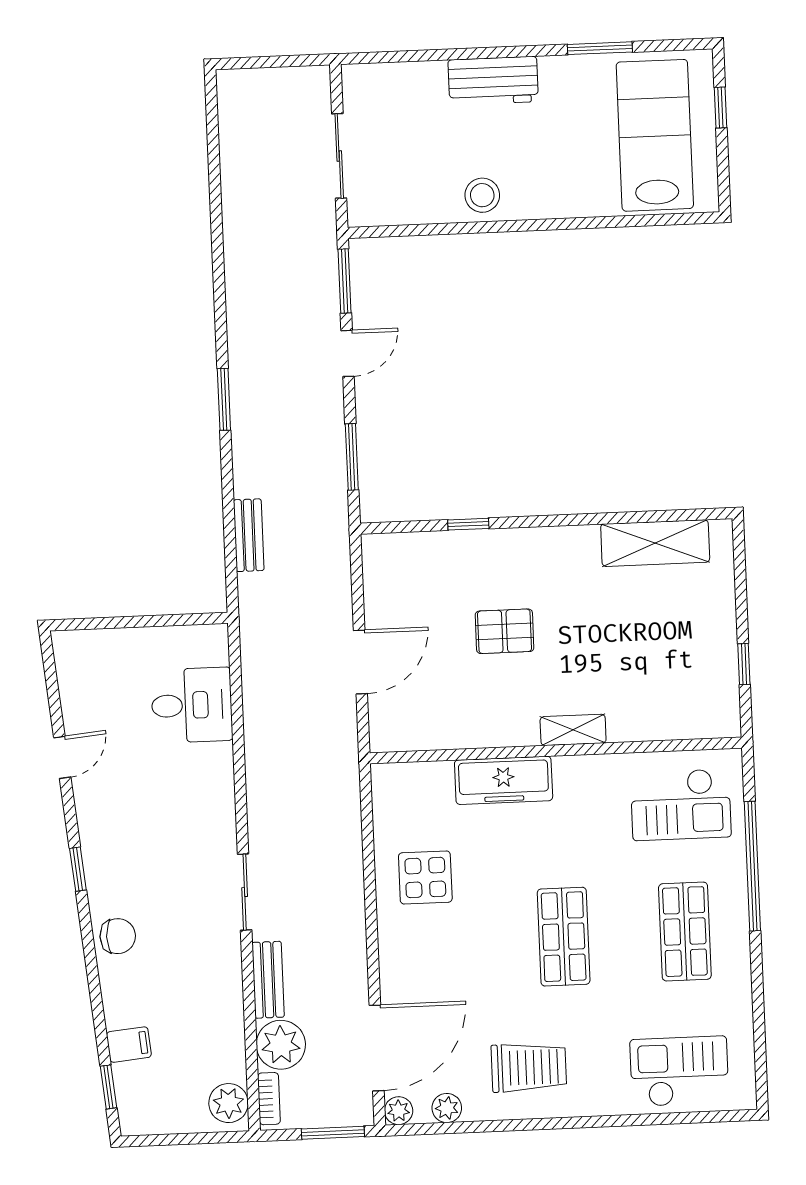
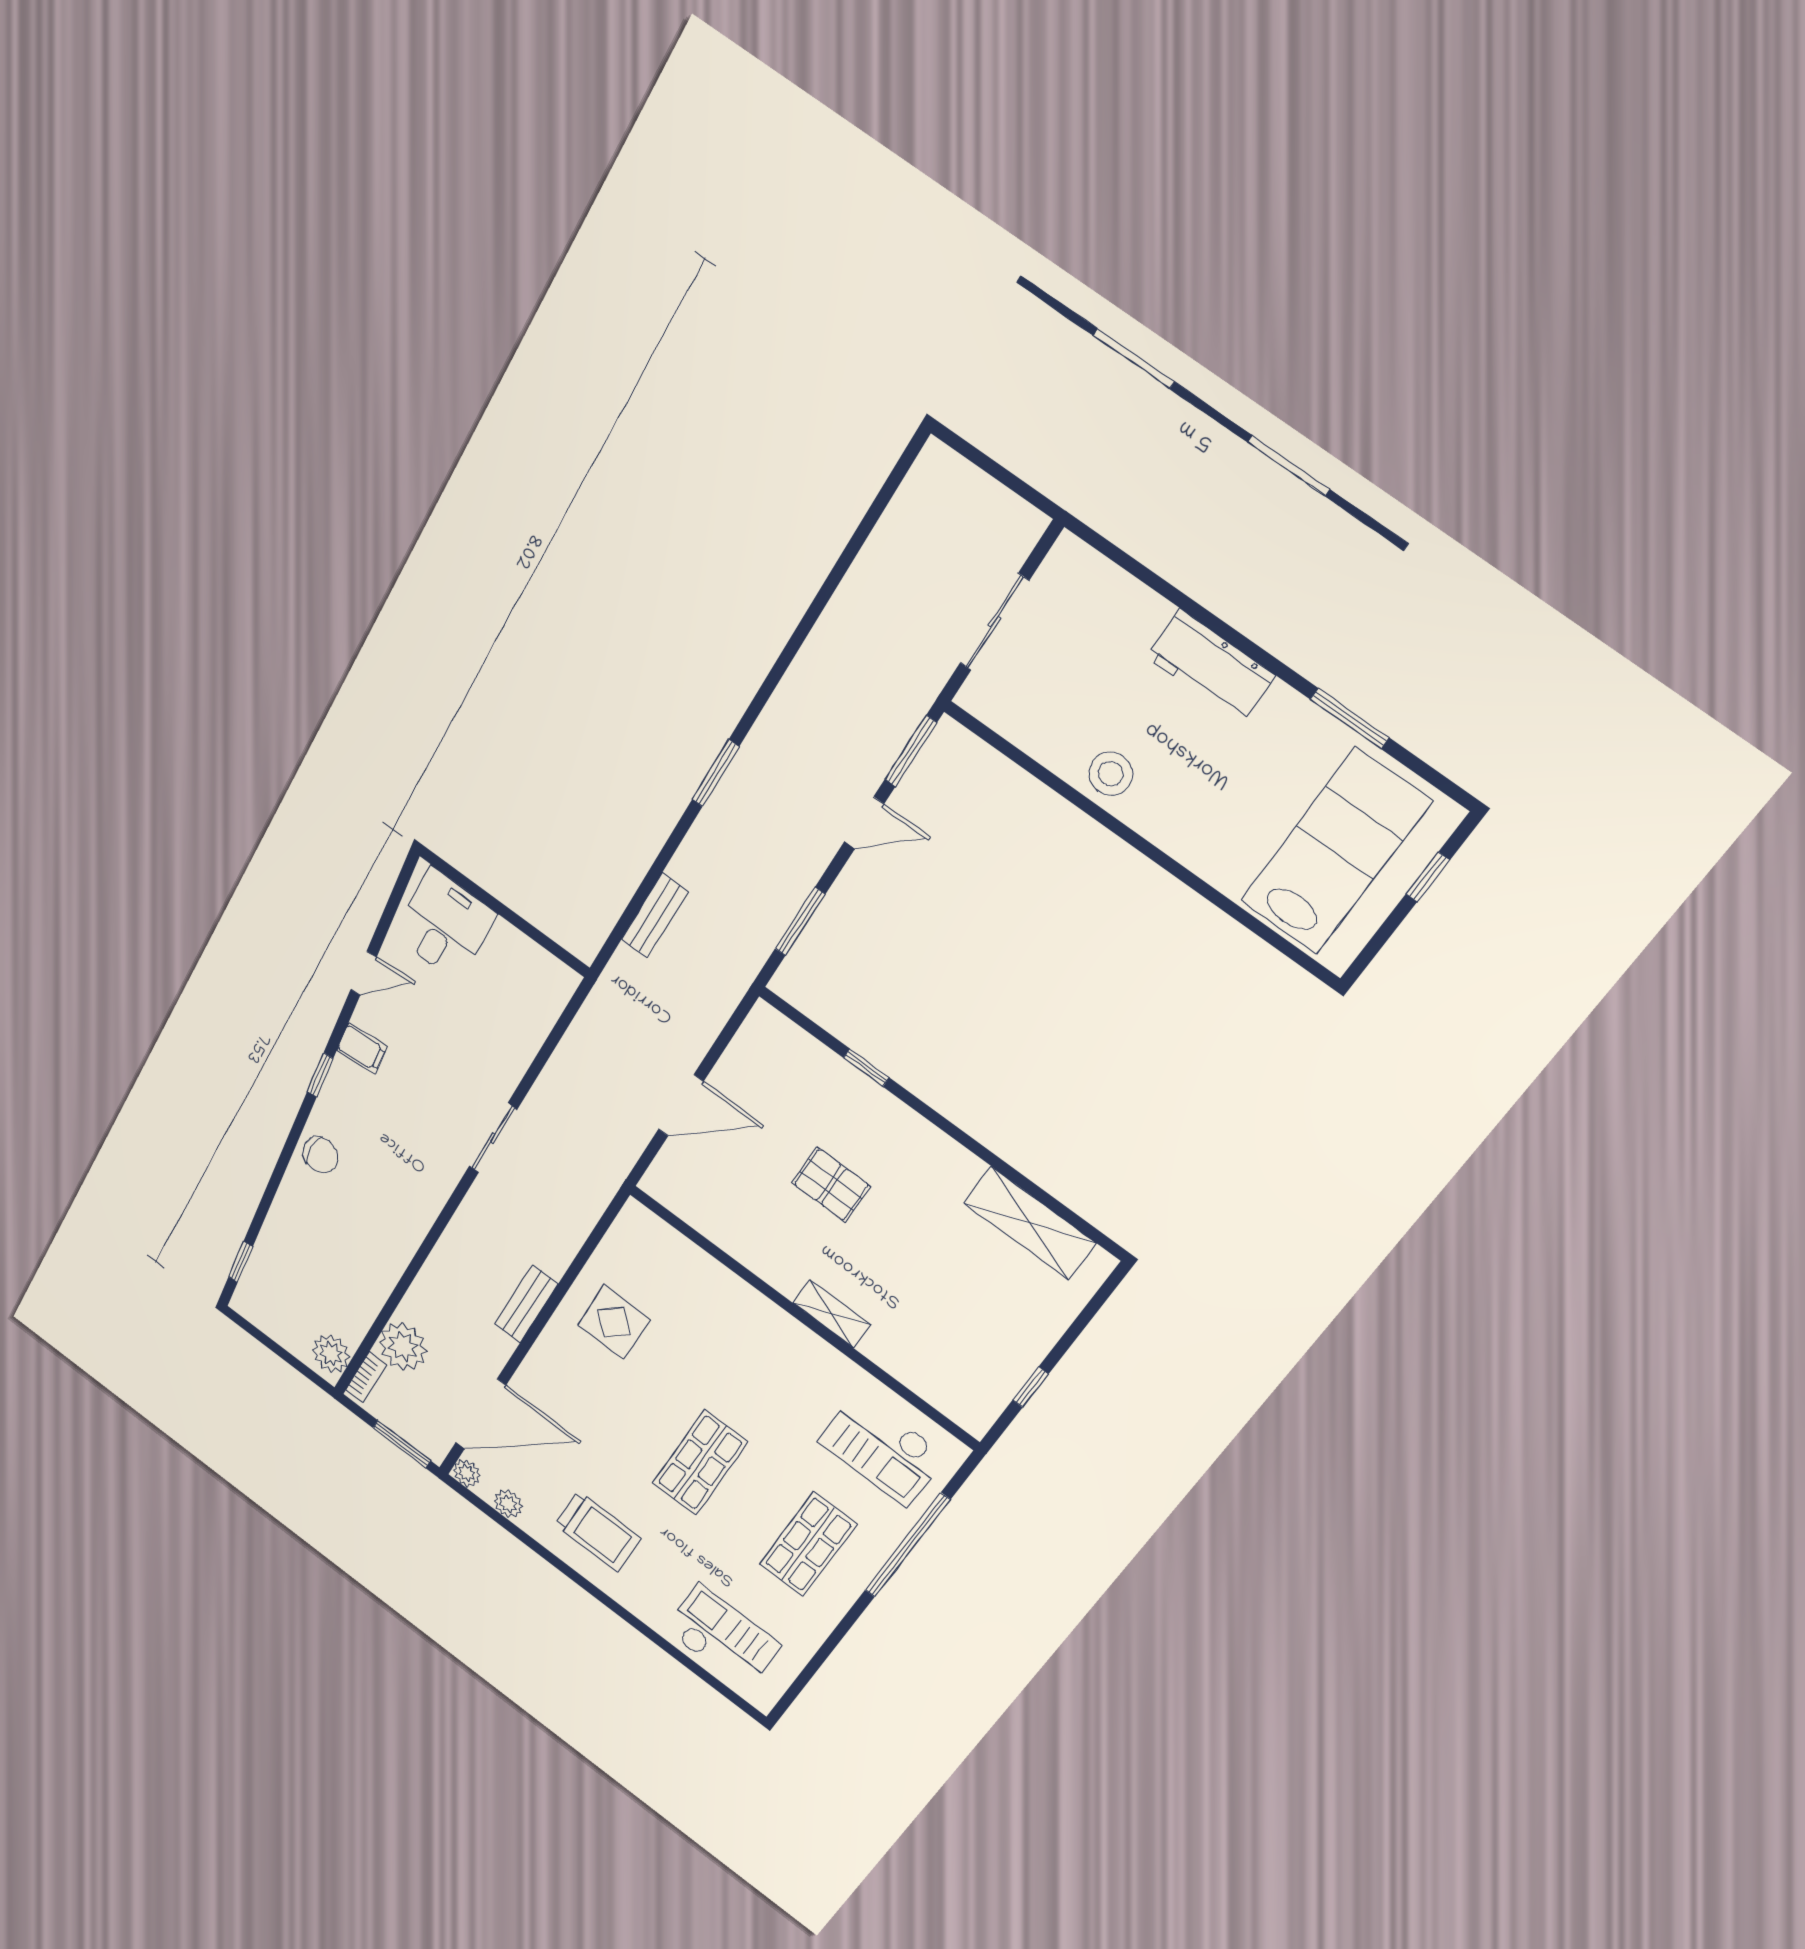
desk: (192, 705) -> (445, 925), moved, turned -90
freezer: (504, 780) -> (739, 1303), removed
sliding door: (245, 892) -> (493, 1138), moved
bench: (268, 980) -> (526, 1304), moved
filing cabinet: (129, 1045) -> (362, 1049), moved

